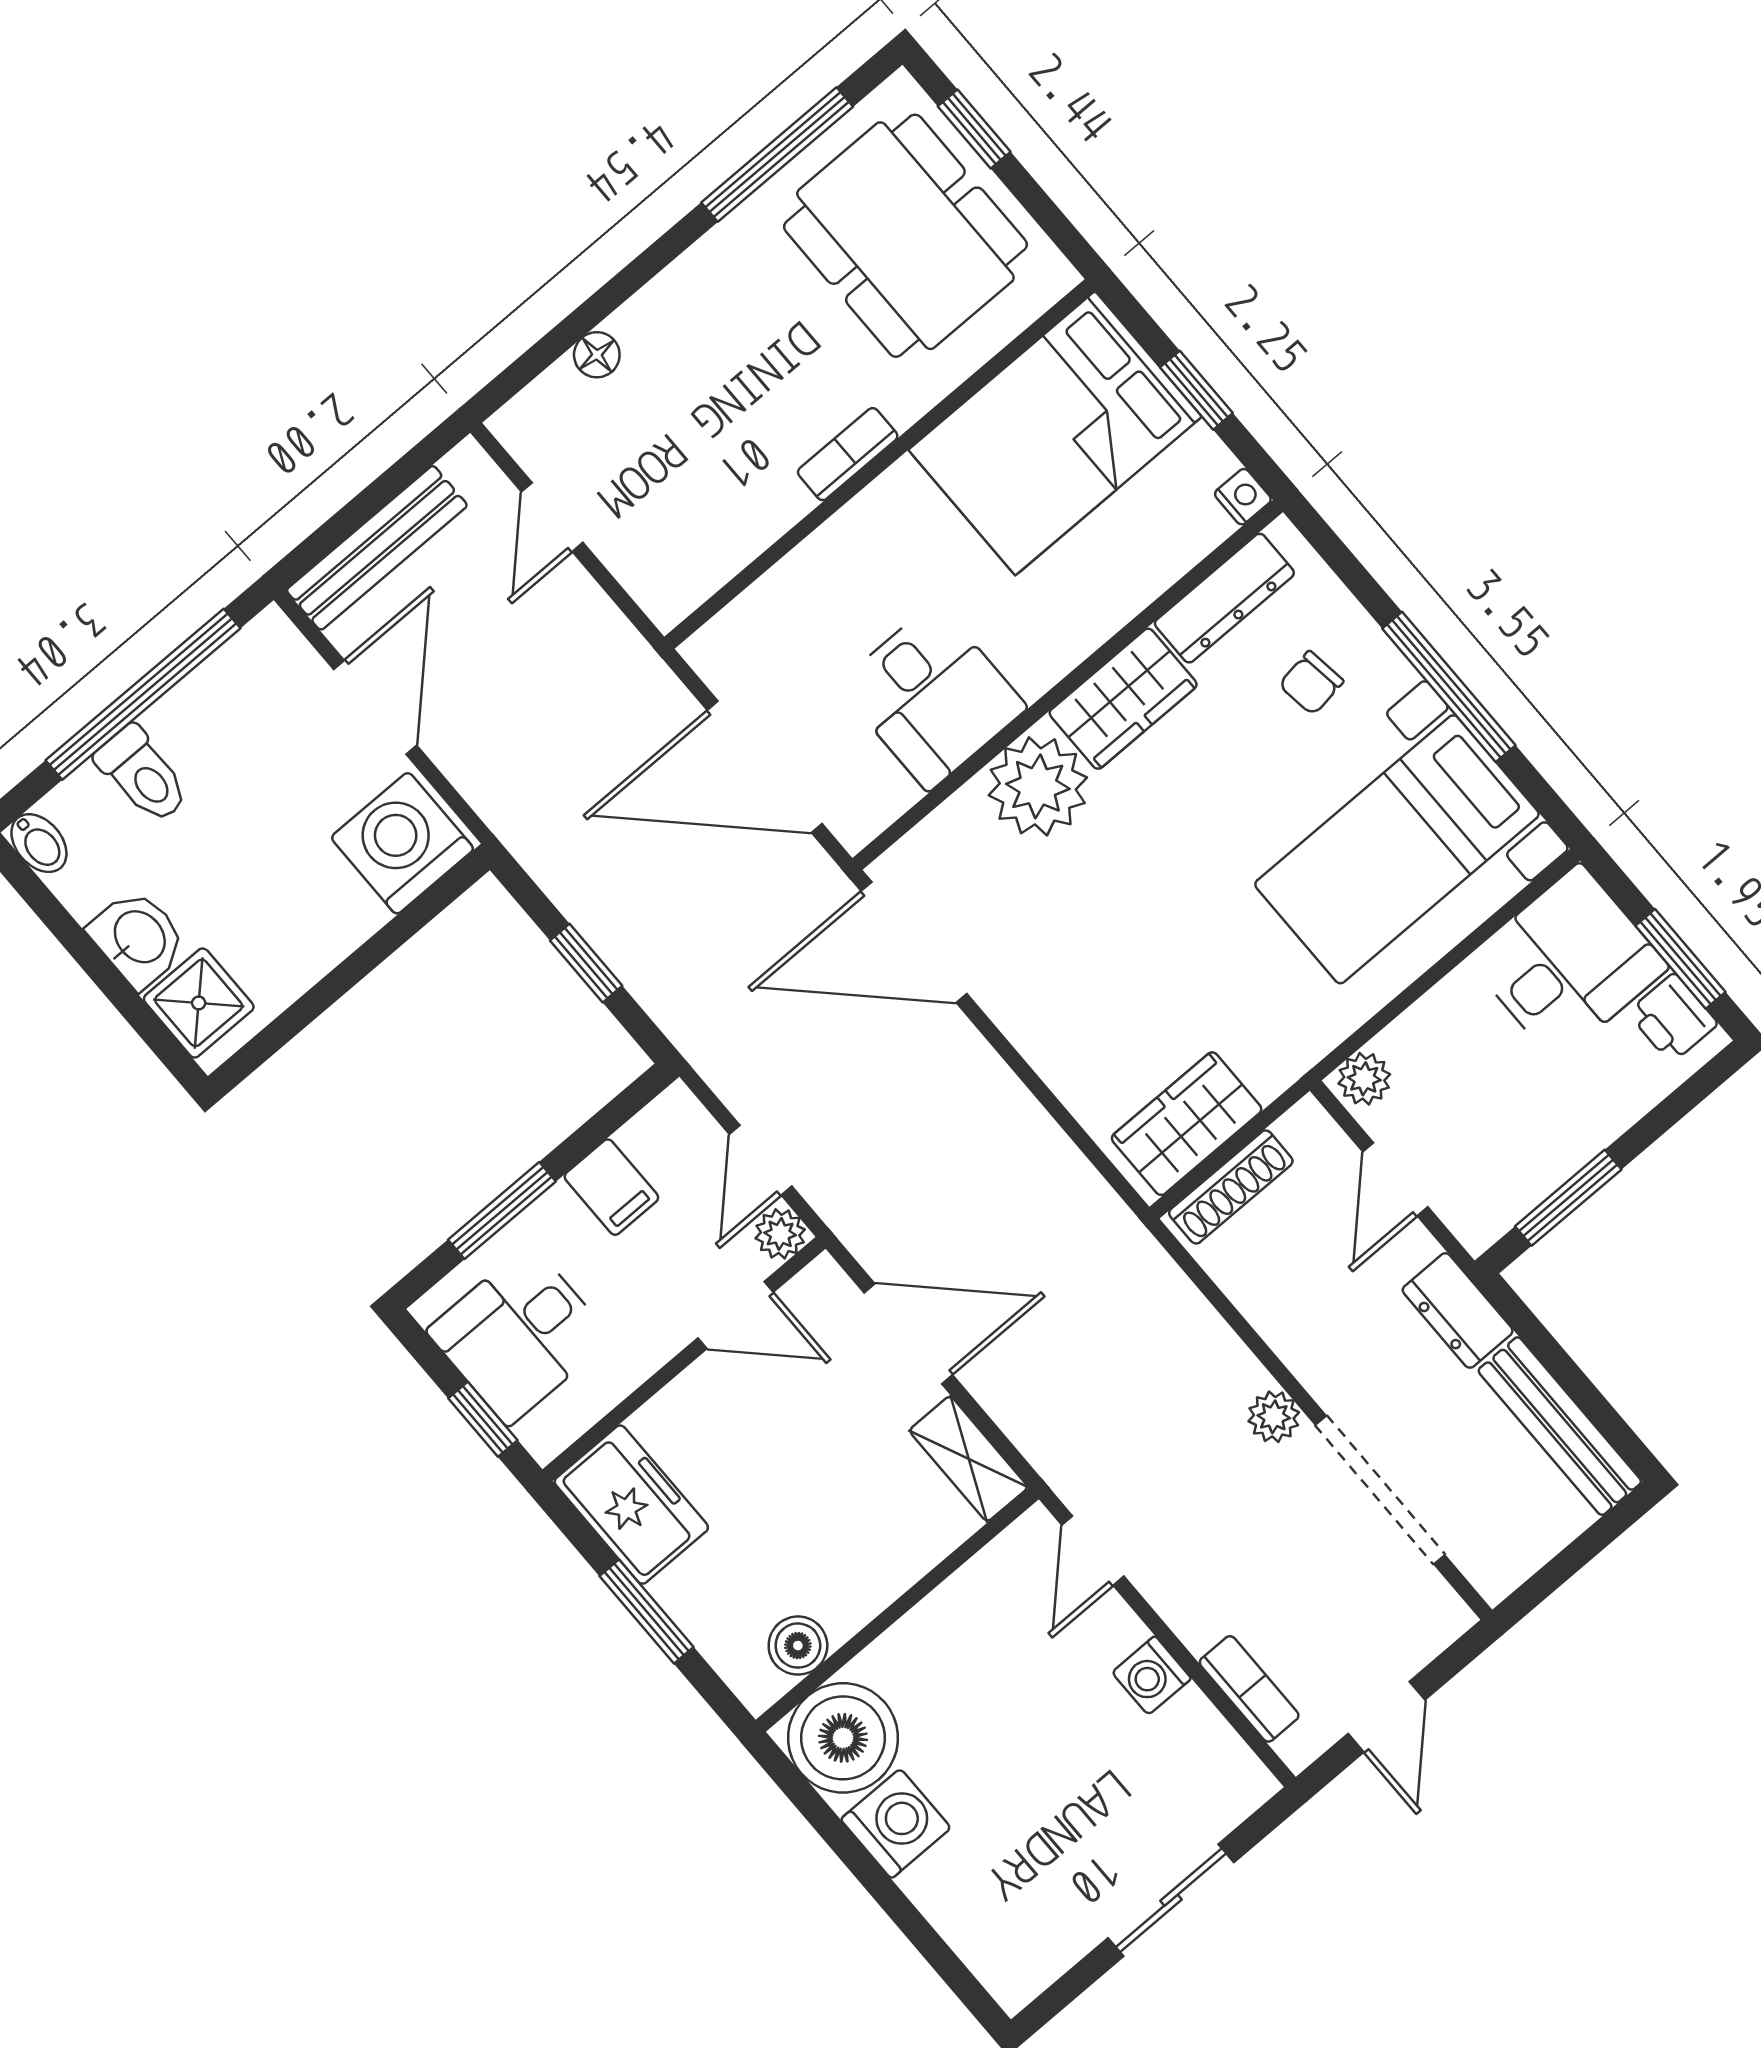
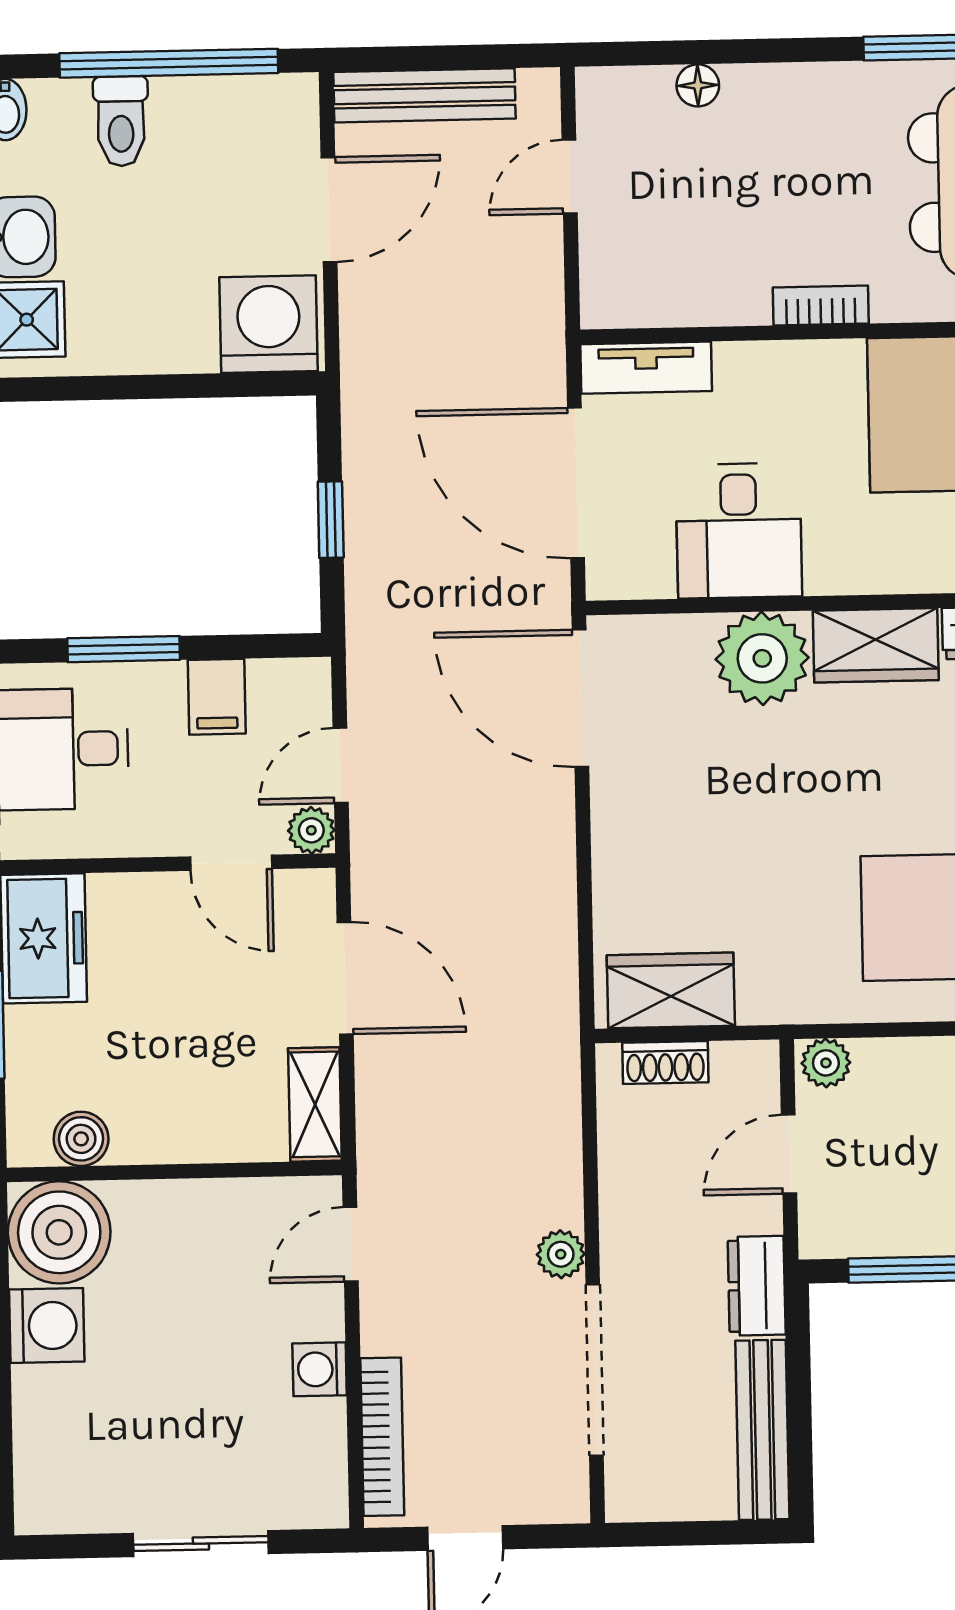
tv unit: (745, 624) -> (646, 368), added
shoe rack: (1231, 1187) -> (665, 1062), width x0.70
bookcase: (1249, 1689) -> (382, 1437), width x1.56

